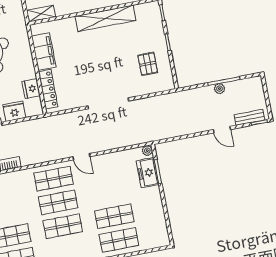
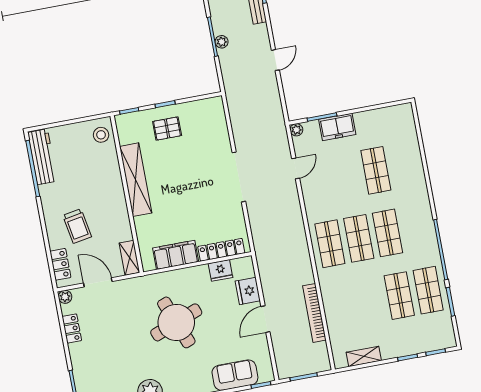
pallet: (148, 64) -> (167, 129), moved
door: (222, 130) -> (275, 60), moved
door: (81, 157) -> (296, 168), moved
freezer: (148, 173) -> (337, 127), moved
shop shelf: (119, 240) -> (405, 165), removed

